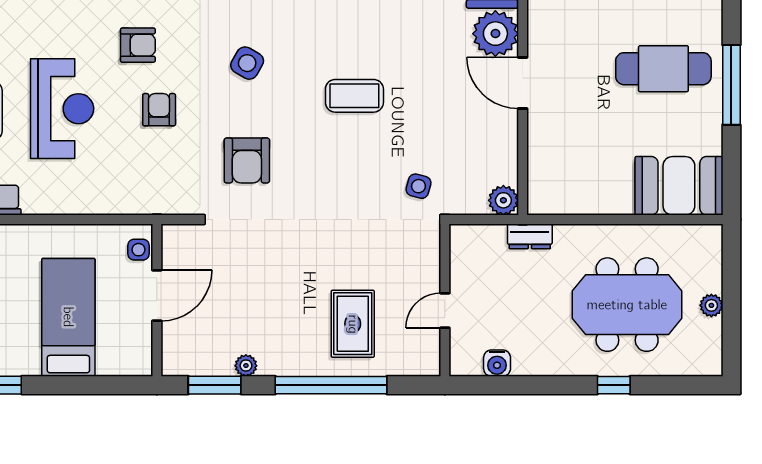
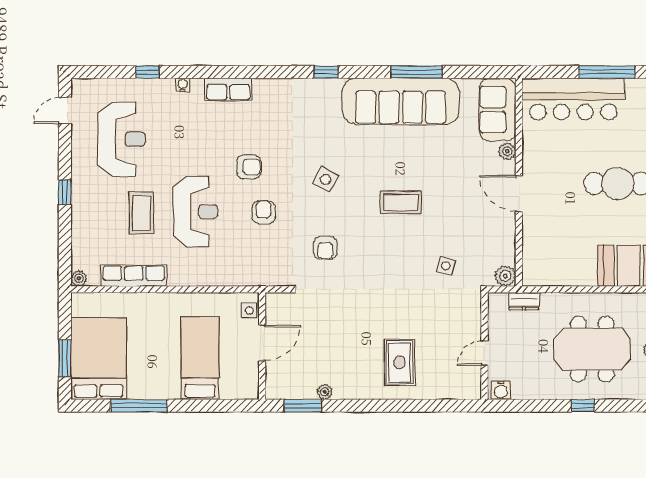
plant: (495, 34) -> (507, 151), width x0.53, depth x0.53
armchair: (247, 160) -> (325, 248), width x0.72, depth x0.72
wall: (445, 300) -> (485, 346), moved
door: (445, 310) -> (485, 353), moved
window: (331, 385) -> (384, 406), removed

